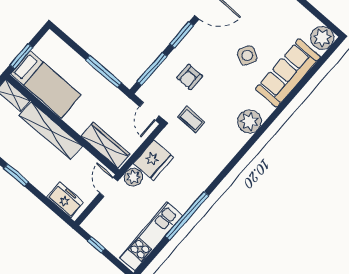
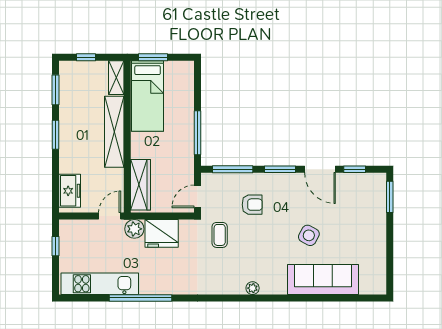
plant: (322, 38) -> (374, 282), removed
armchair: (190, 77) -> (252, 205), turned 180
plant: (249, 121) -> (253, 288), width x0.53, depth x0.53

